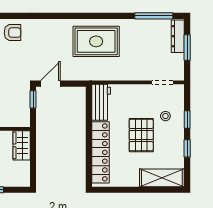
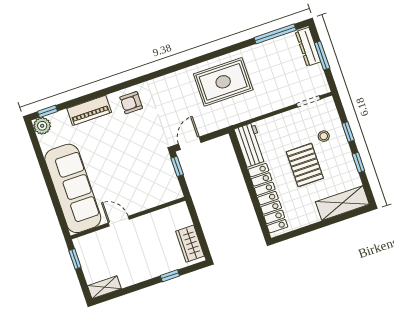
armchair: (12, 33) -> (131, 103), turned 180
wardrobe: (22, 145) -> (190, 244), moved

